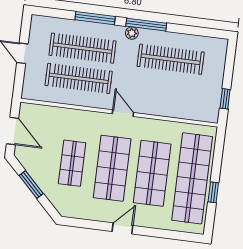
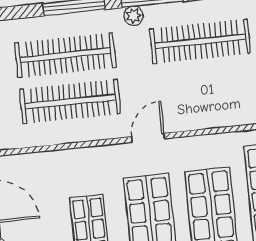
door: (123, 113) -> (148, 138), hinge flipped

